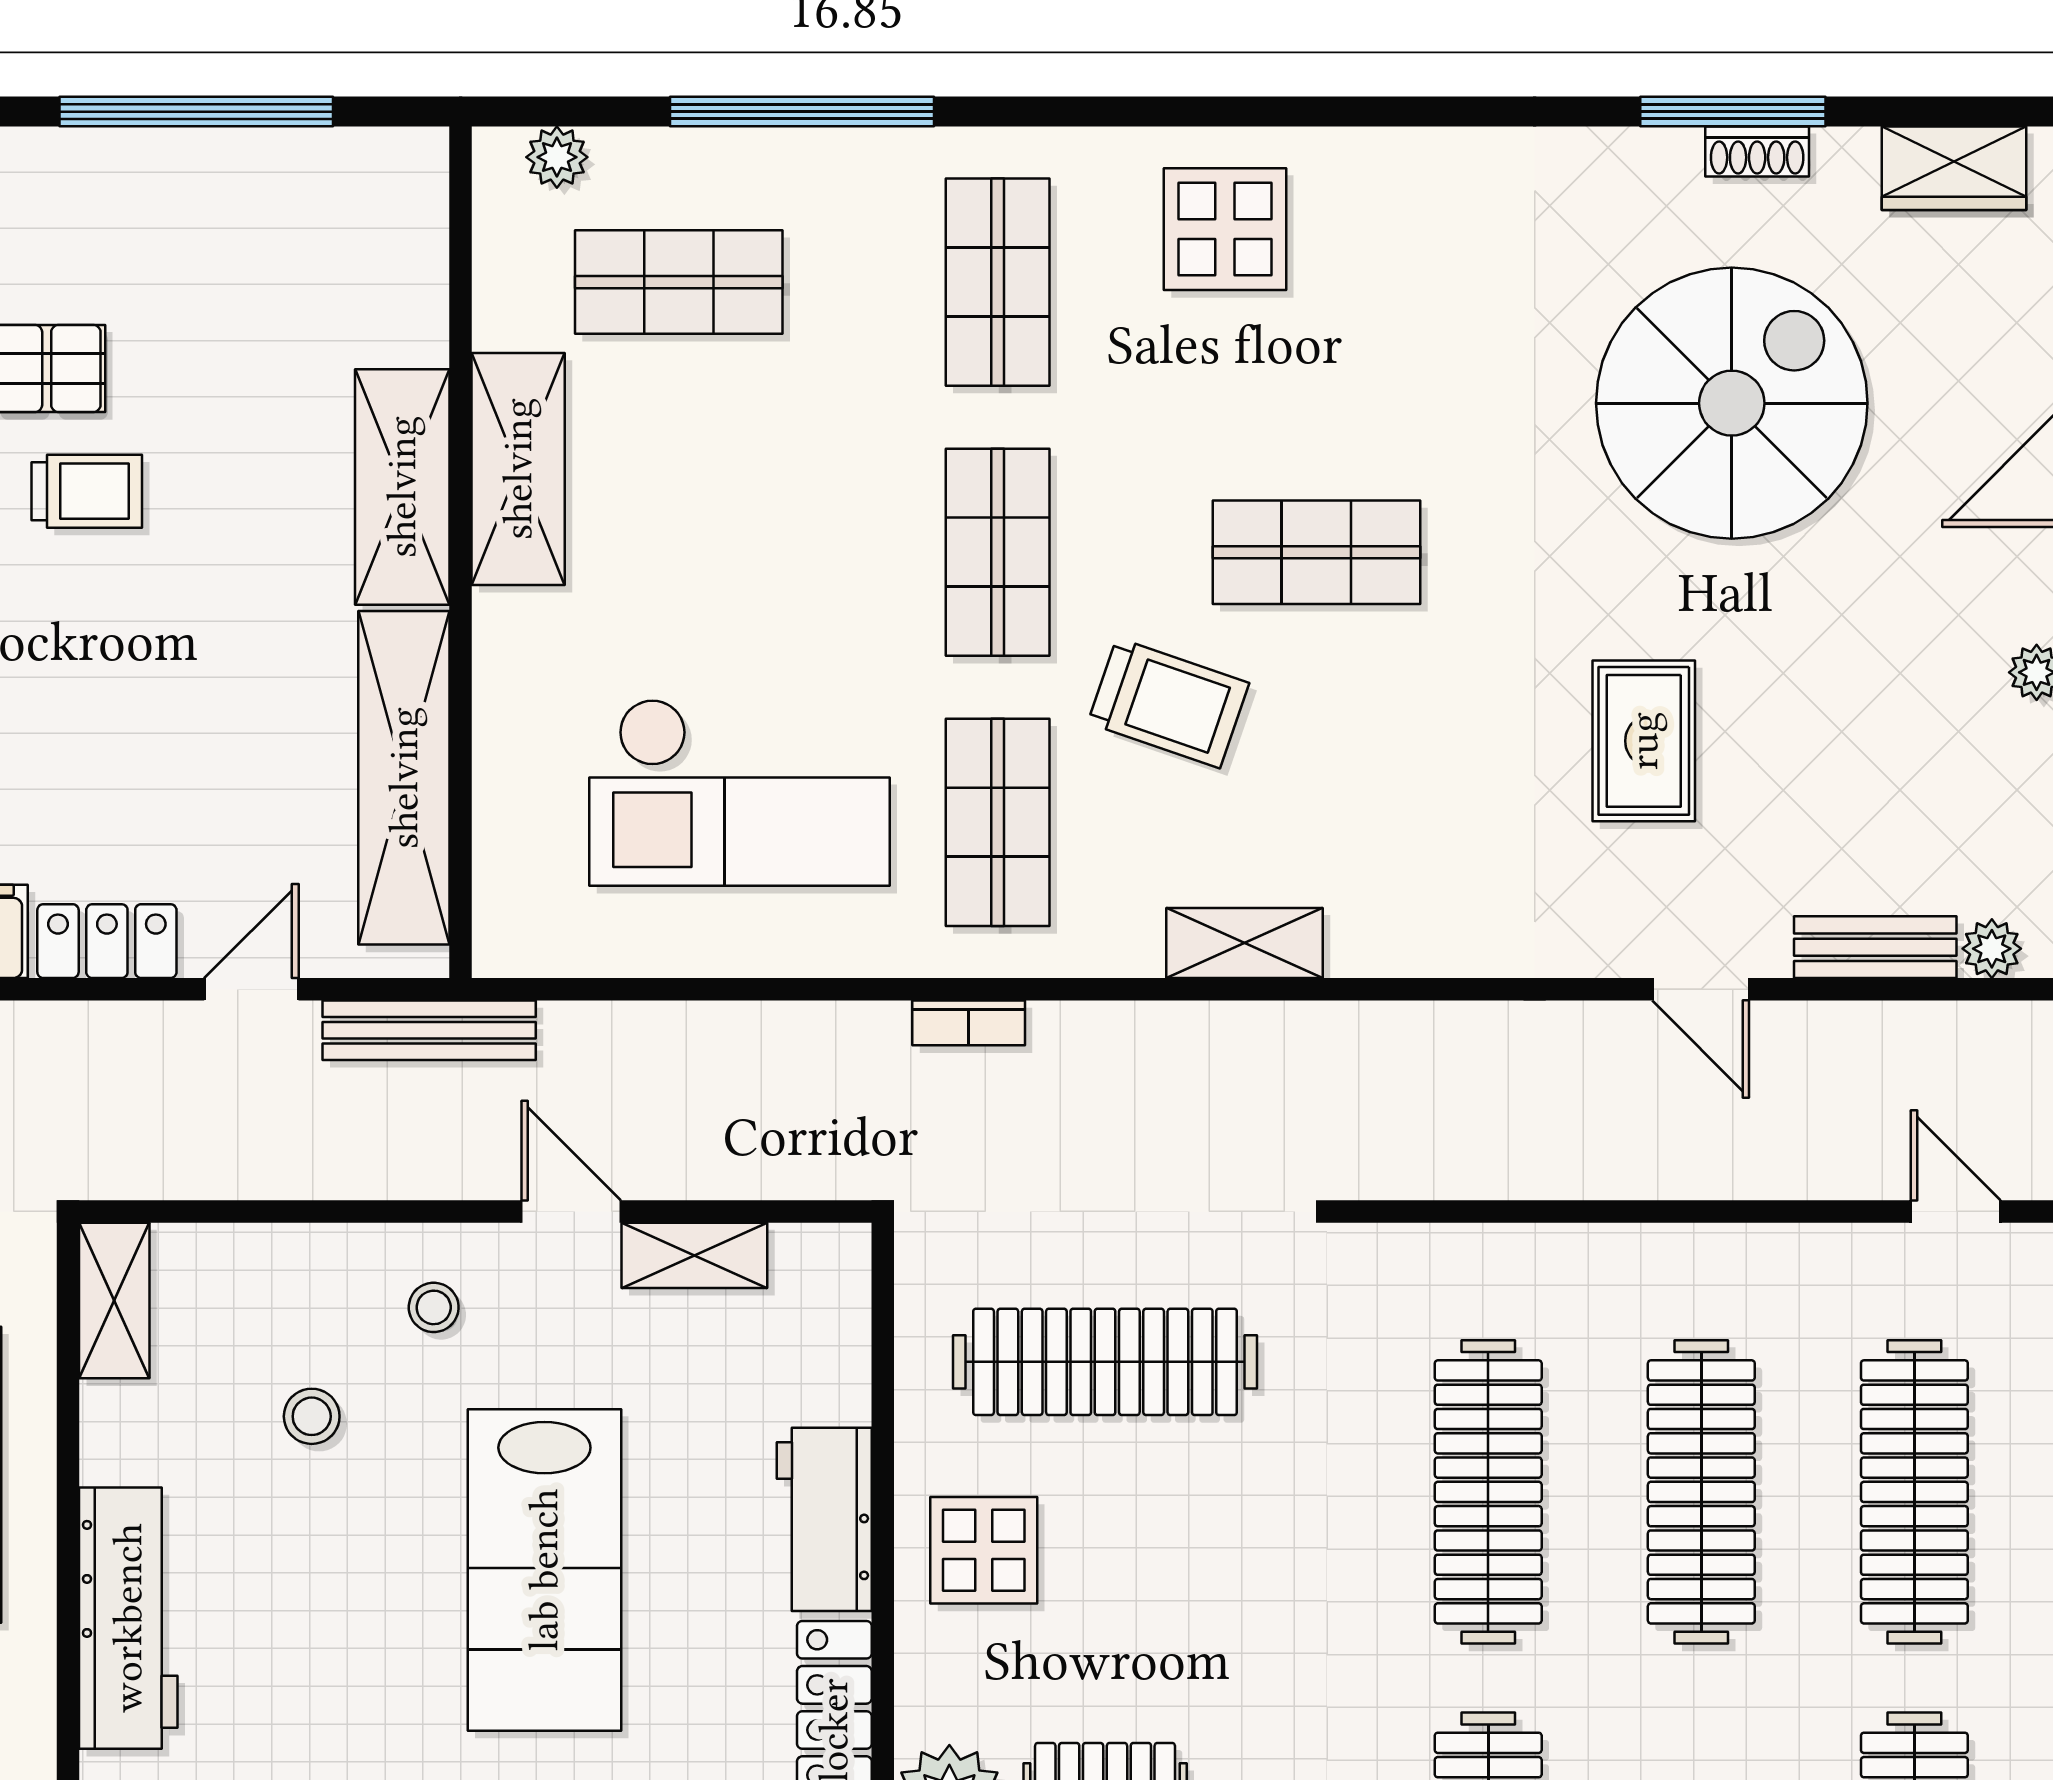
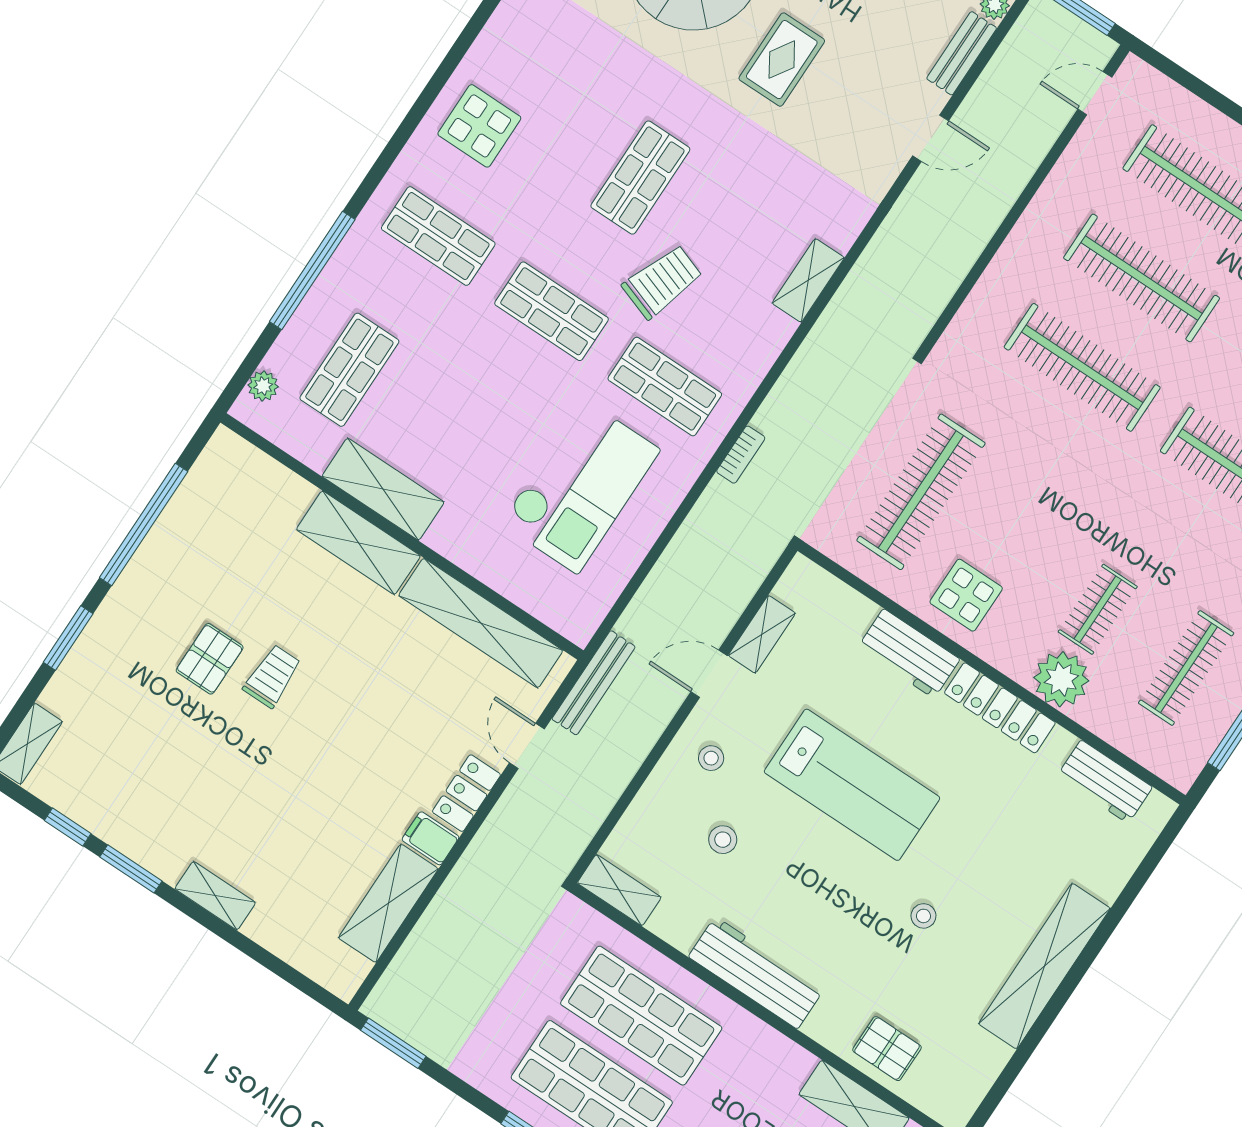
rug: (1644, 741) -> (782, 60), moved, turned 90
shelving: (1244, 943) -> (808, 280), moved

